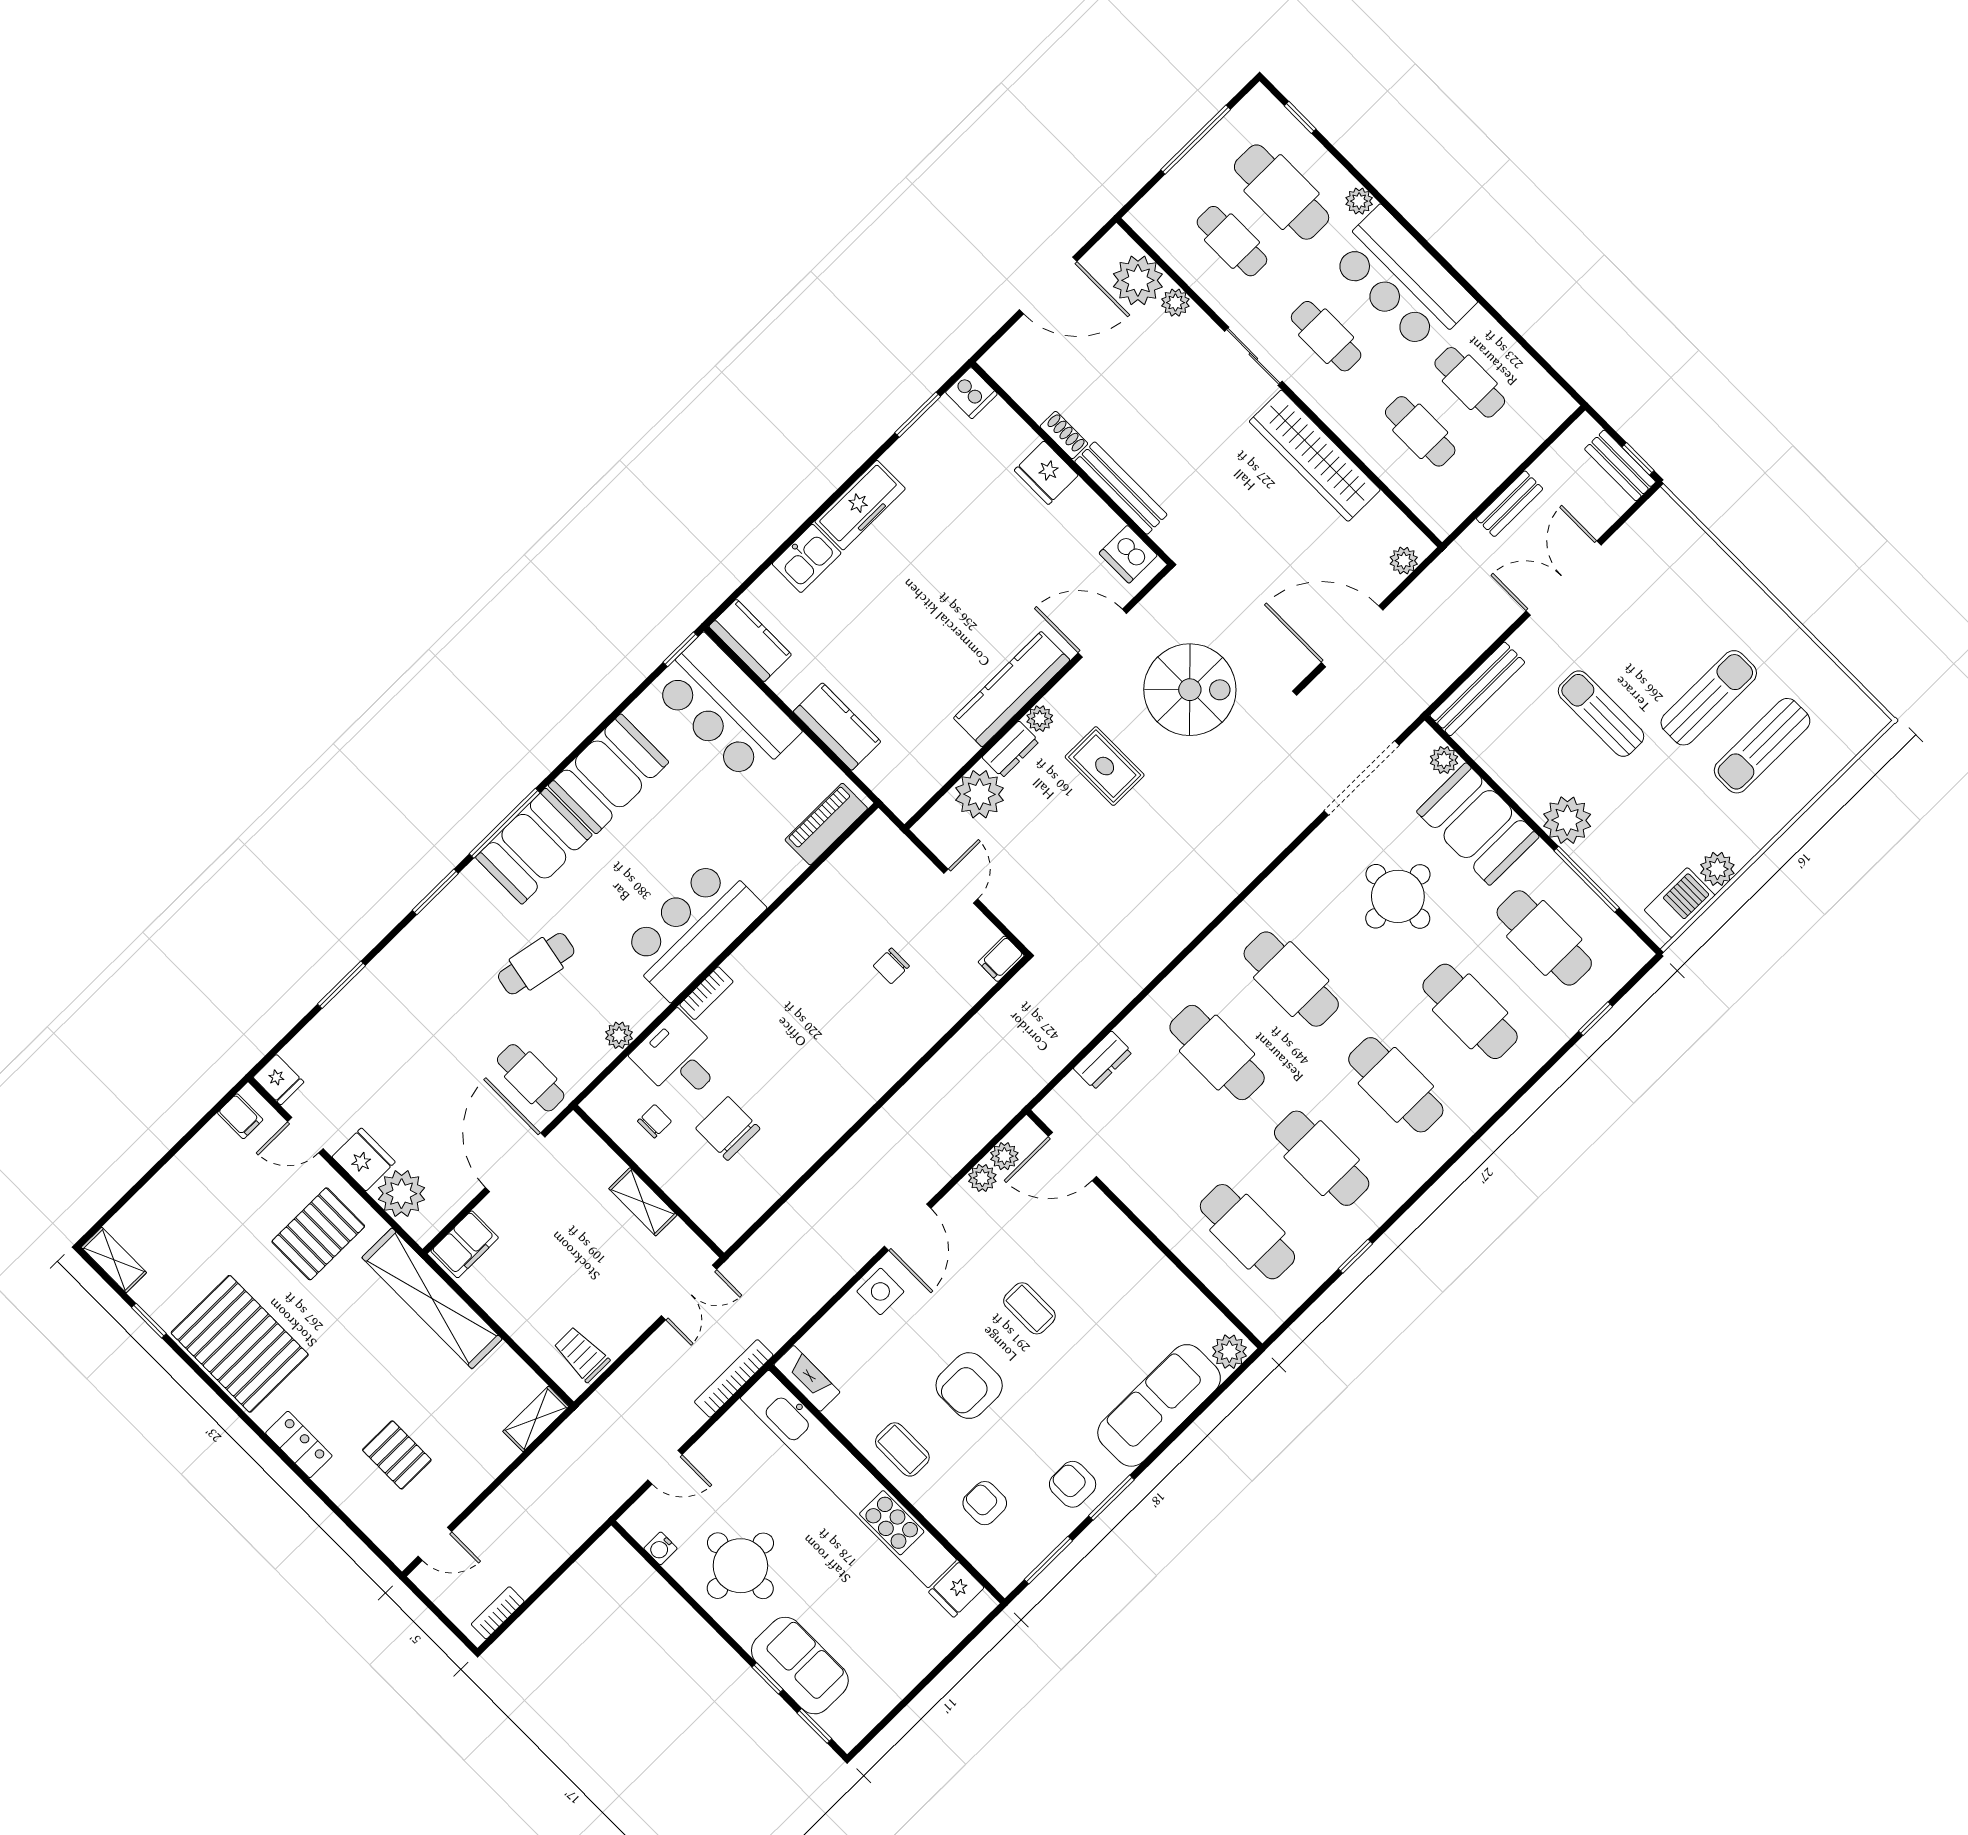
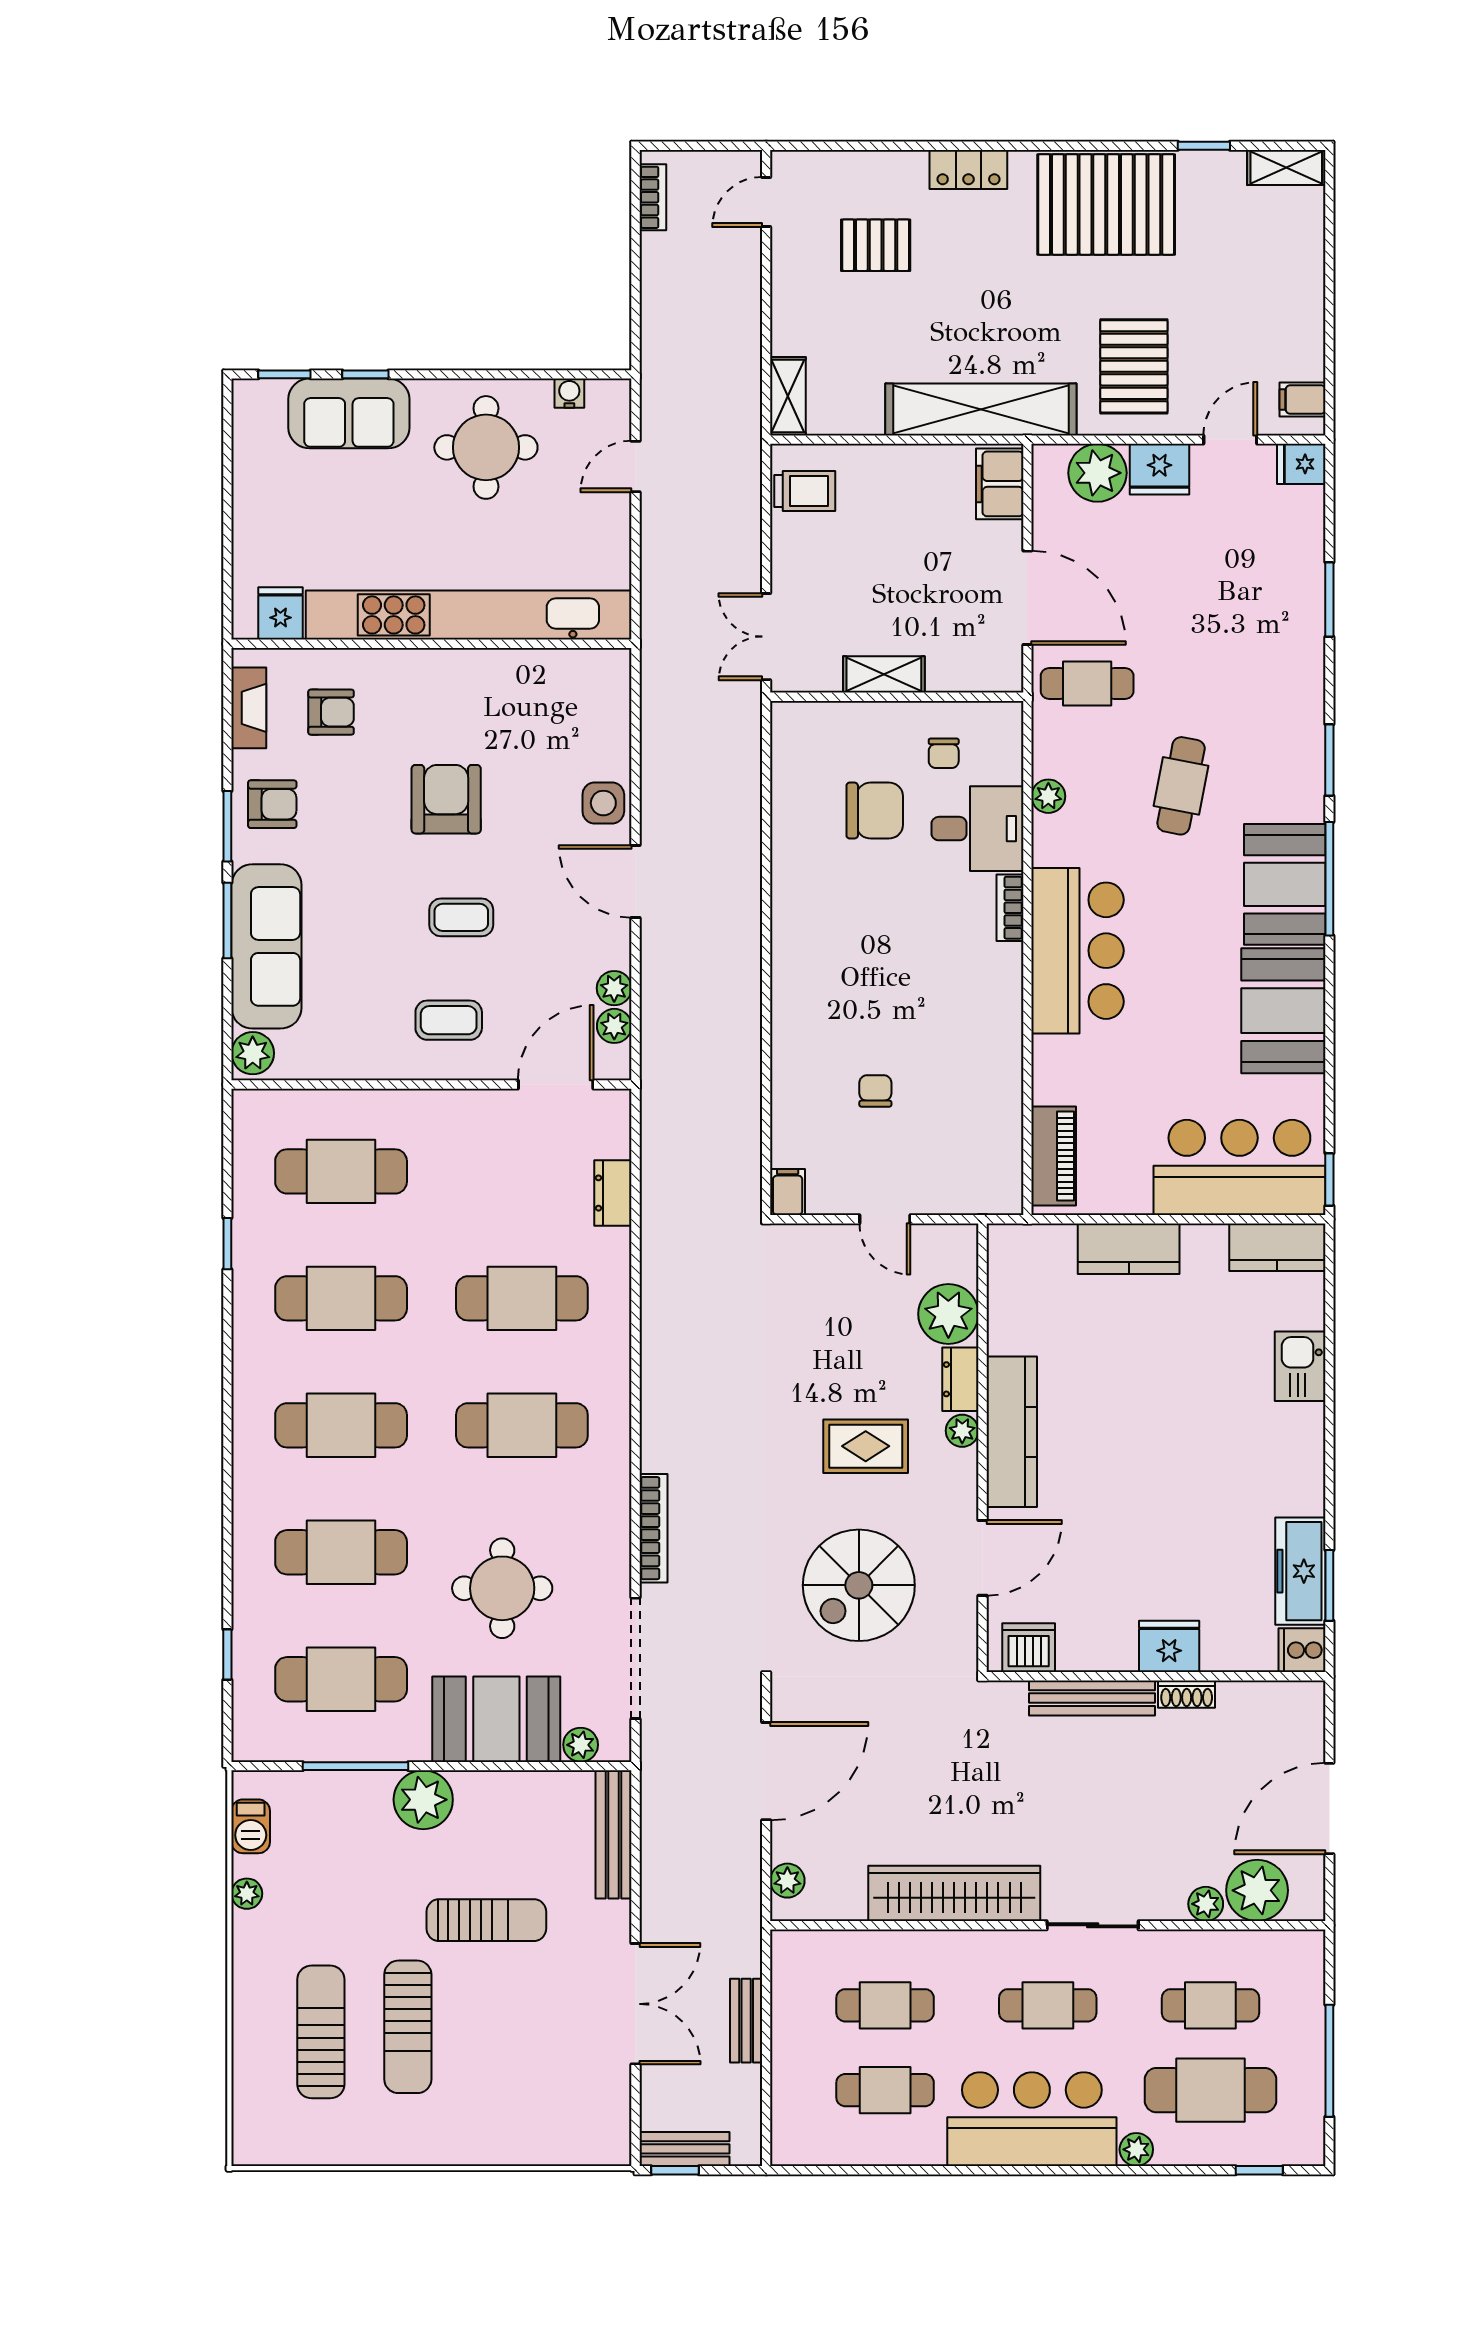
freezer: (860, 505) -> (1300, 1571), moved
plant: (1717, 869) -> (247, 1894), width x0.73, depth x0.73
barbecue: (1680, 903) -> (251, 1826), width x0.73, depth x0.79
bookcase: (734, 1378) -> (654, 1528), moved
fireplace: (807, 1378) -> (249, 708), moved, turned -90
coffee table: (902, 1449) -> (449, 1020), moved
window: (1048, 1560) -> (227, 921), moved

